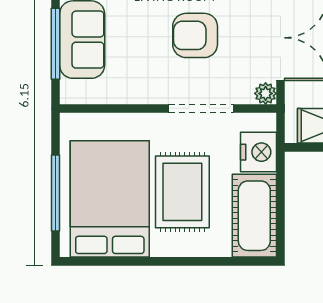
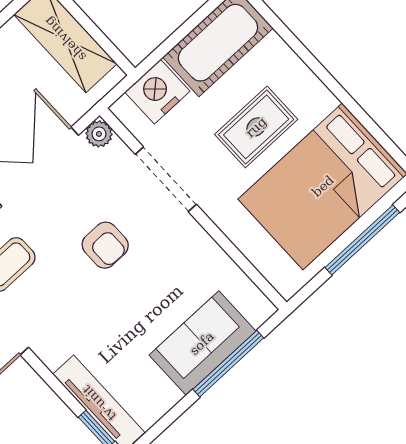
armchair: (195, 35) -> (105, 245), width x0.72, depth x0.72
rug: (182, 192) -> (256, 127), width x0.73, depth x0.70

